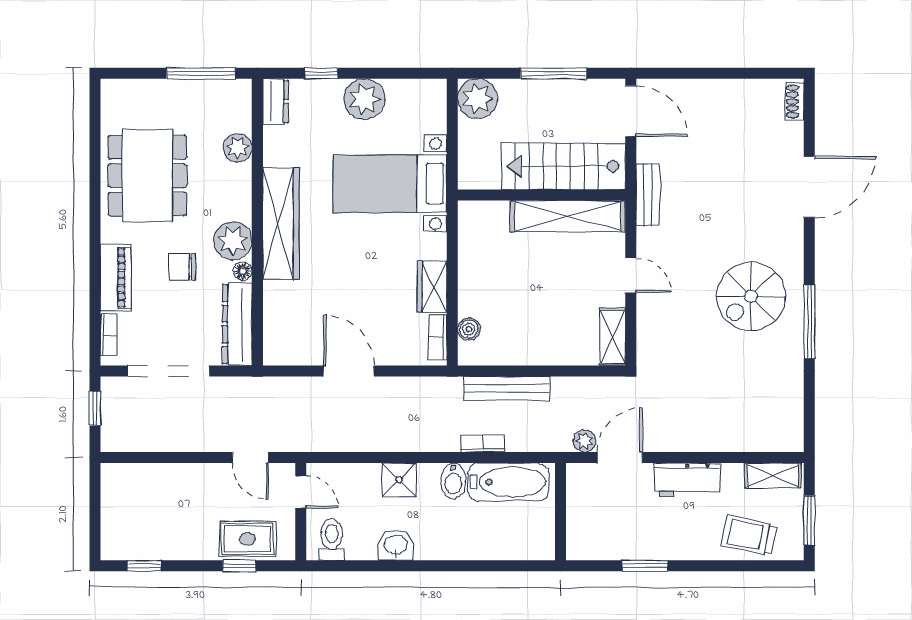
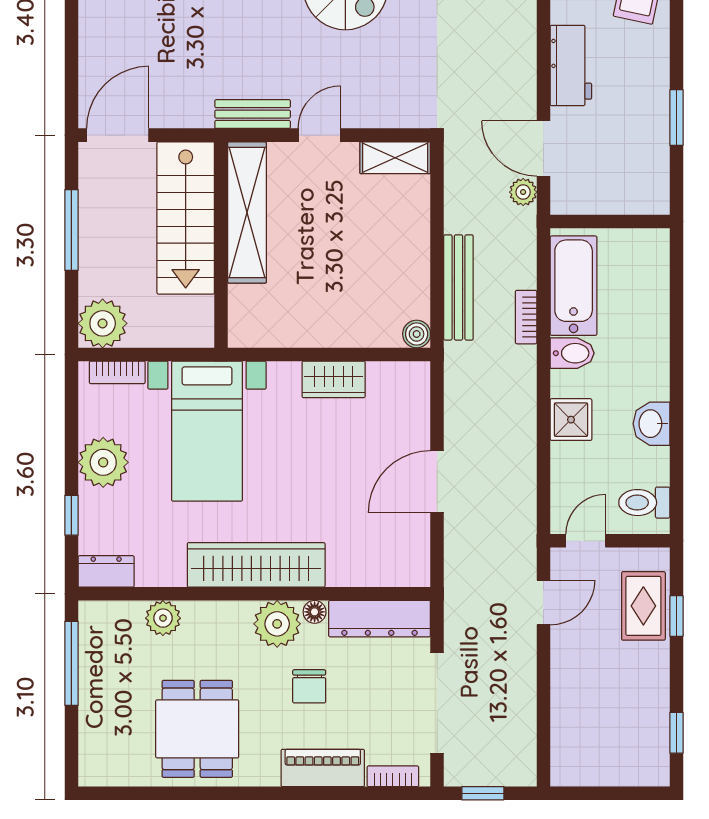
dining table: (147, 176) -> (197, 729), width x0.73
bench: (648, 195) -> (253, 114), moved
boiler: (469, 329) -> (417, 334), moved
bookcase: (438, 337) -> (117, 372), moved

